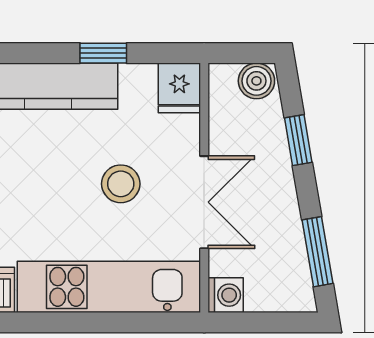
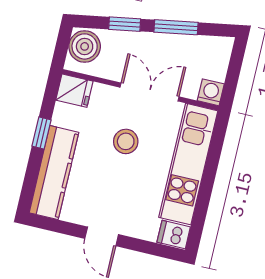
boiler: (256, 81) -> (85, 46), width x1.36, depth x1.36
window: (317, 252) -> (176, 27), moved

